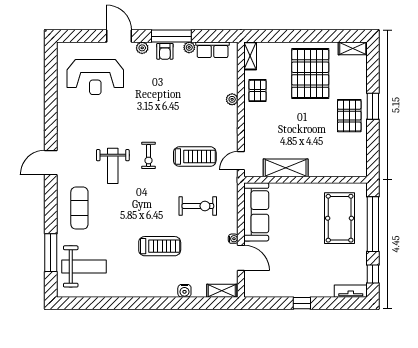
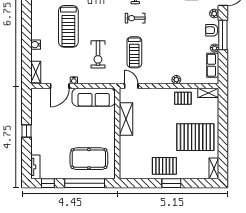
treadmill: (160, 246) -> (68, 26), width x1.37, depth x1.38

